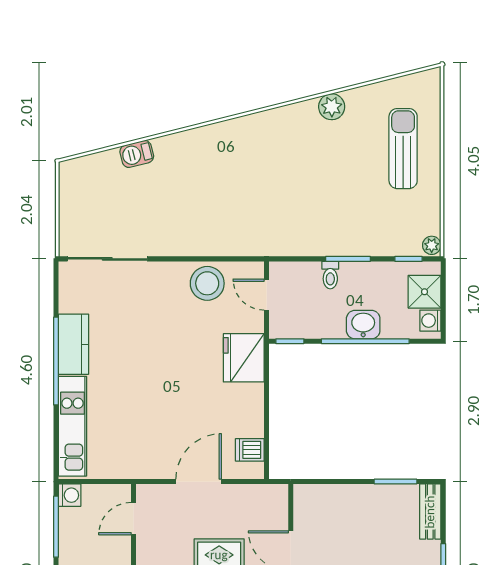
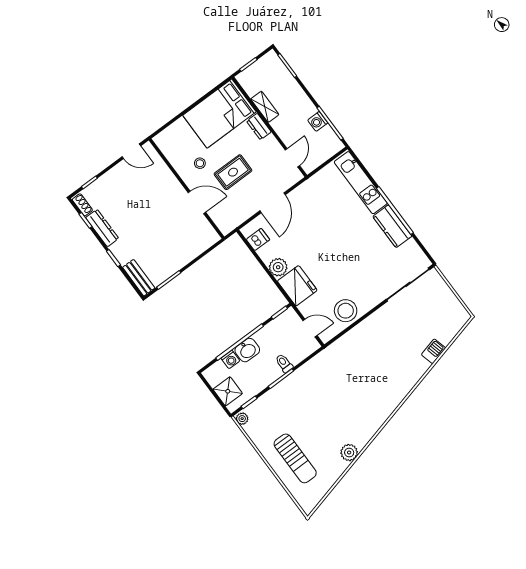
washing machine: (430, 321) -> (230, 360), moved, turned 90
plant: (250, 398) -> (278, 267), added
washing machine: (70, 495) -> (318, 121), moved

